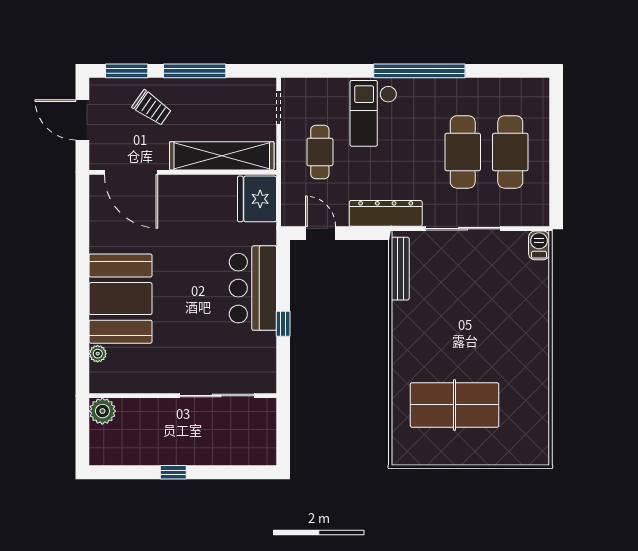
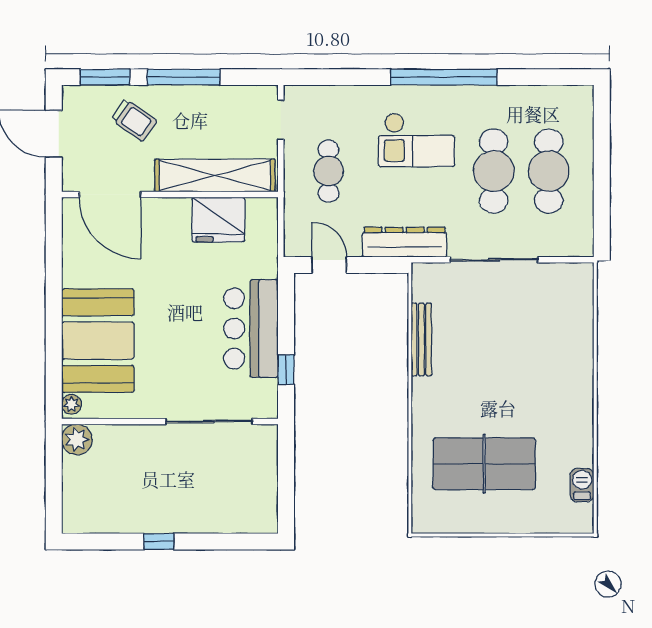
checkout: (373, 113) -> (416, 140), moved, turned -90
fridge: (257, 199) -> (218, 220), moved, turned -90
barbecue: (539, 245) -> (582, 485), moved
bench: (400, 269) -> (421, 339), moved
wall: (183, 396) -> (170, 422), moved
sliding door: (217, 396) -> (209, 422), moved
plant: (102, 411) -> (77, 439), moved

